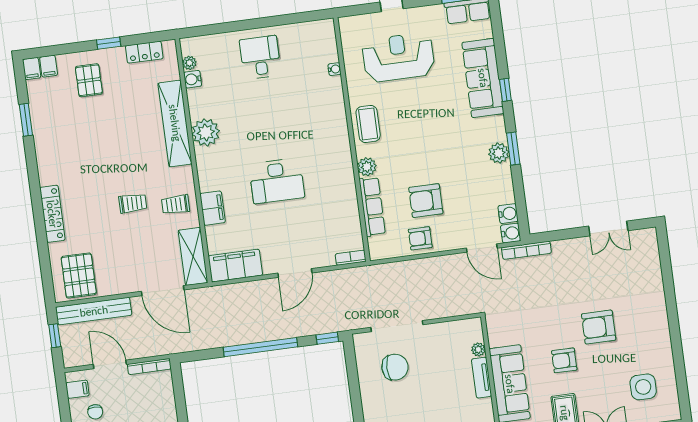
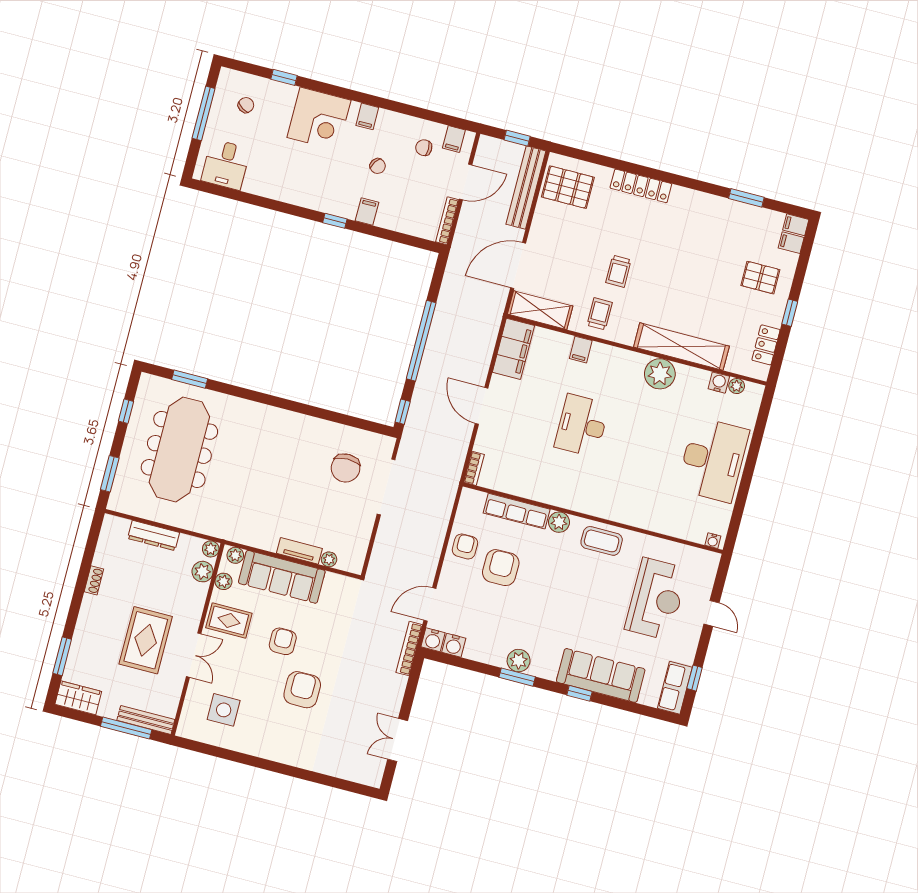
desk: (260, 57) -> (713, 460), width x1.87, depth x1.30
water cooler: (335, 69) -> (713, 541), moved
filing cabinet: (212, 208) -> (581, 350), width x0.50

